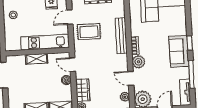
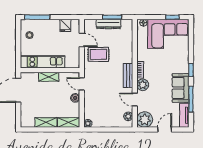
door: (70, 17) -> (82, 40), swing flipped
bench: (121, 36) -> (128, 76), moved, width x0.73
kitchen unit: (45, 42) -> (42, 62), moved
sofa: (179, 51) -> (181, 88), moved
wardrobe: (83, 90) -> (90, 108), removed

